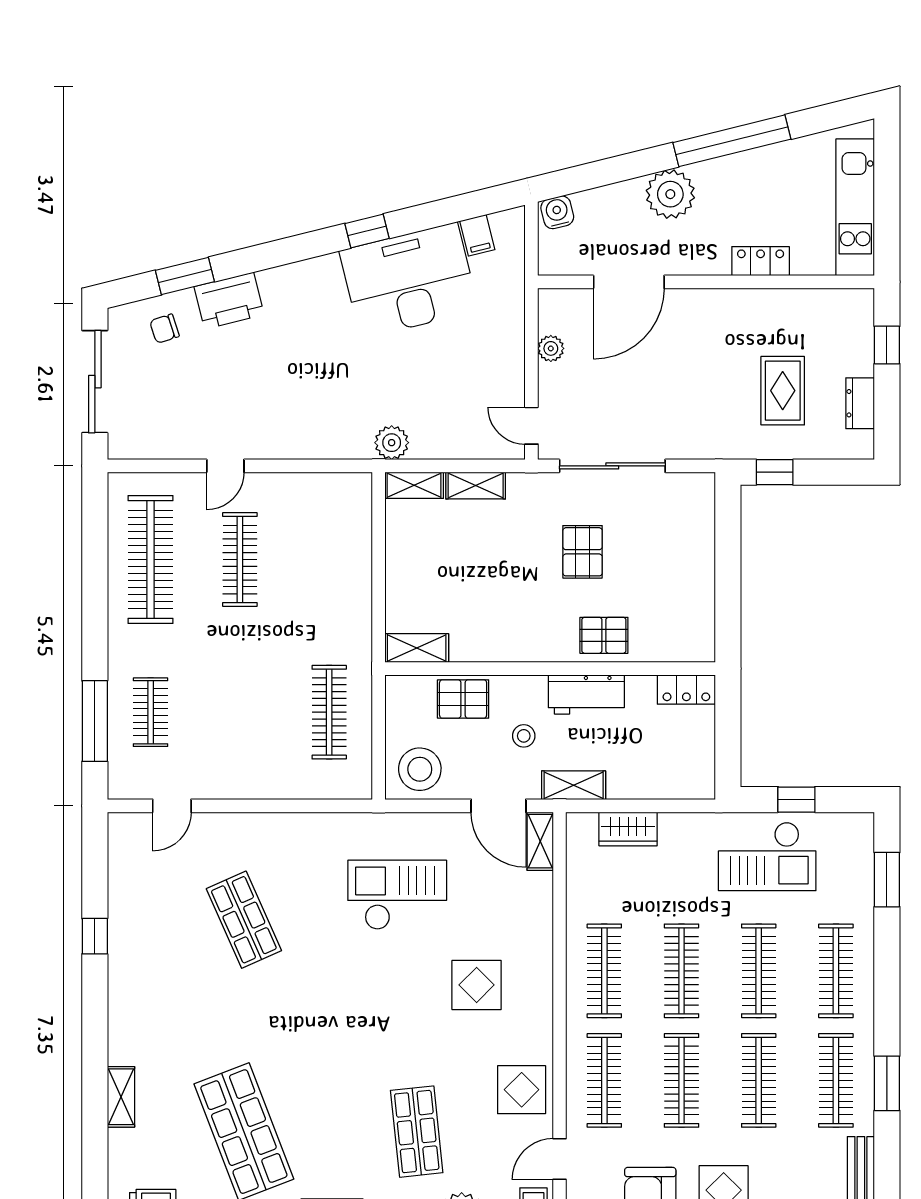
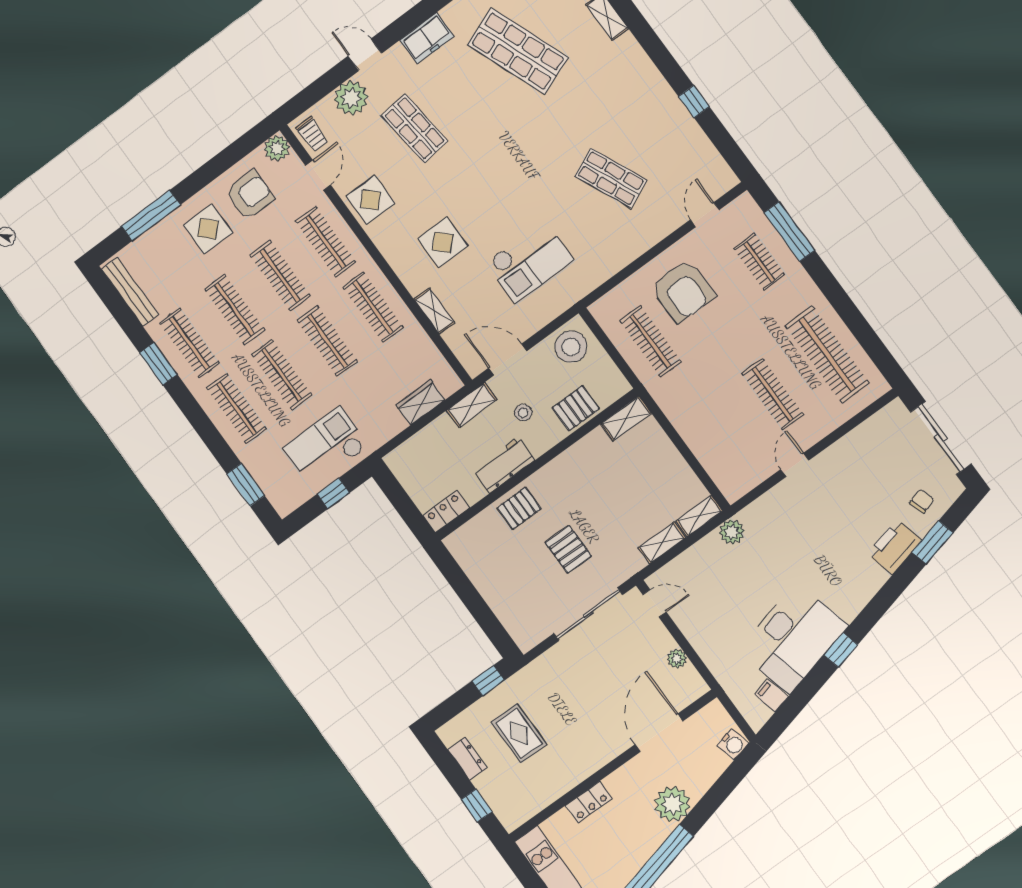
door: (225, 466) -> (795, 465), moved
armchair: (255, 741) -> (683, 291), added
shelving: (540, 841) -> (434, 311), moved

